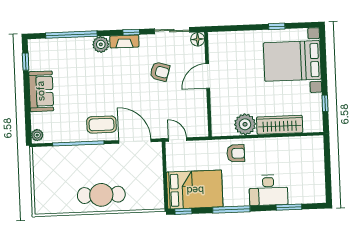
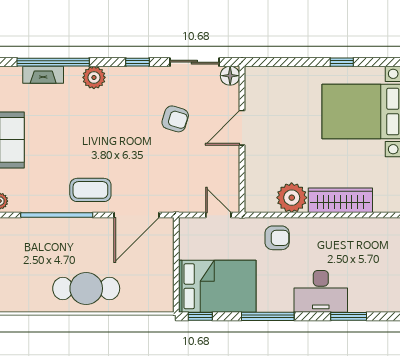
fireplace: (124, 41) -> (43, 75), moved
door: (178, 139) -> (218, 215), moved
door: (135, 141) -> (136, 215), swing flipped

